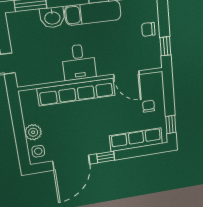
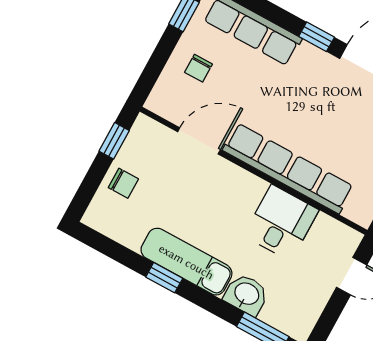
desk: (79, 62) -> (281, 223), moved
door: (126, 74) -> (199, 141), hinge flipped

